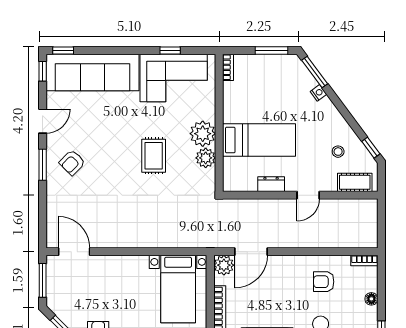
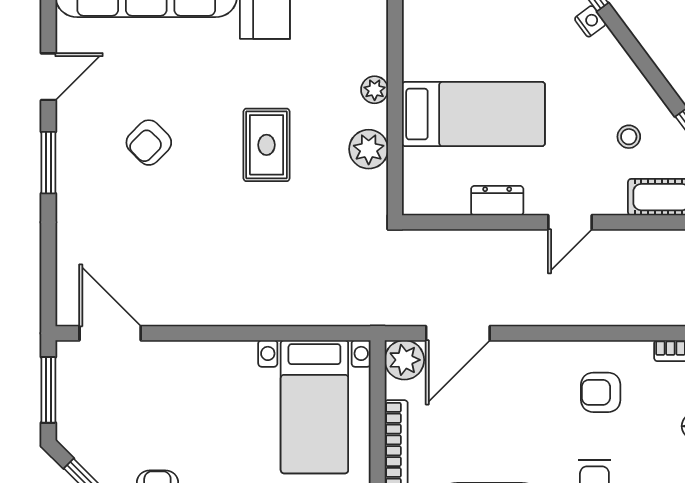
plant: (203, 134) -> (375, 90), width x0.53, depth x0.53
armchair: (72, 163) -> (149, 143), moved

